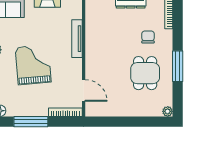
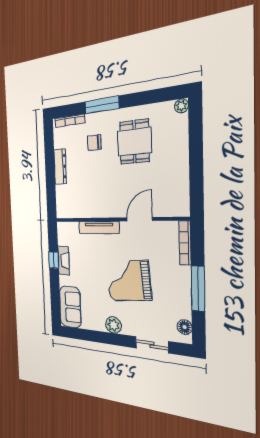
window: (178, 66) -> (102, 105), moved
dining table: (145, 73) -> (134, 142), turned 90
door: (84, 90) -> (139, 219), moved

